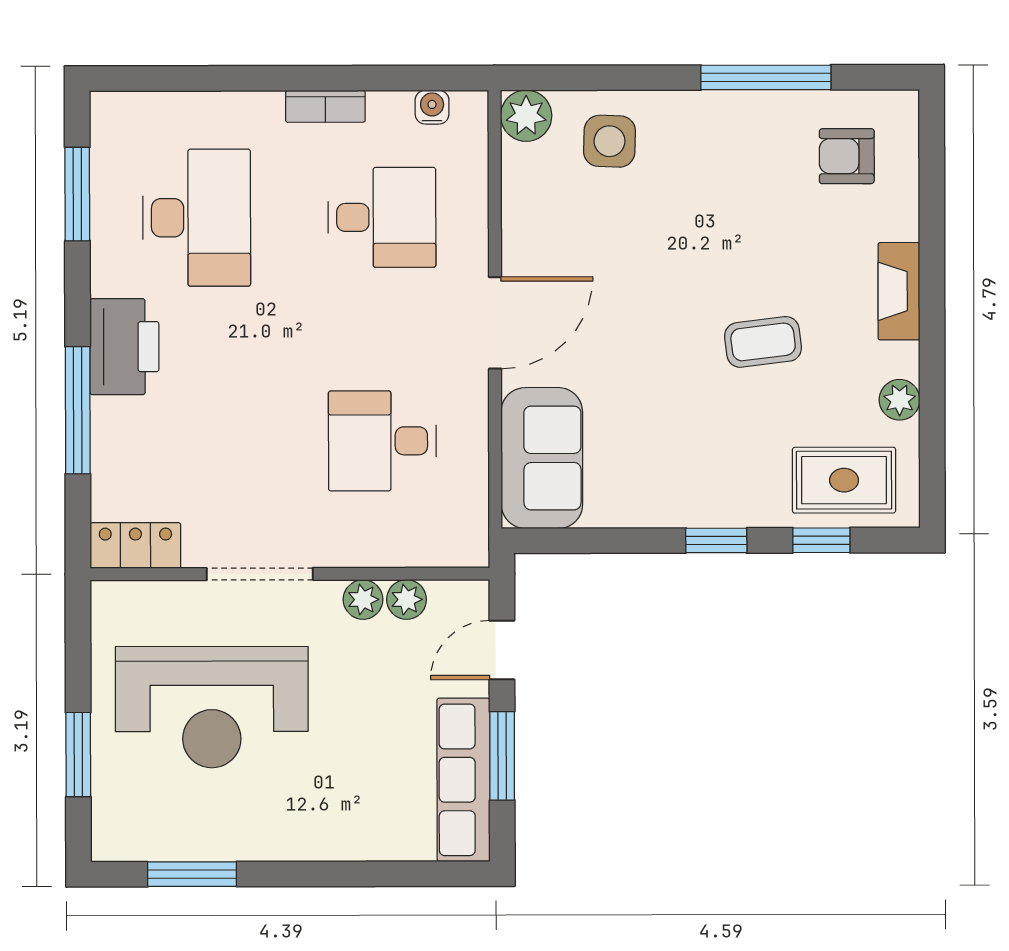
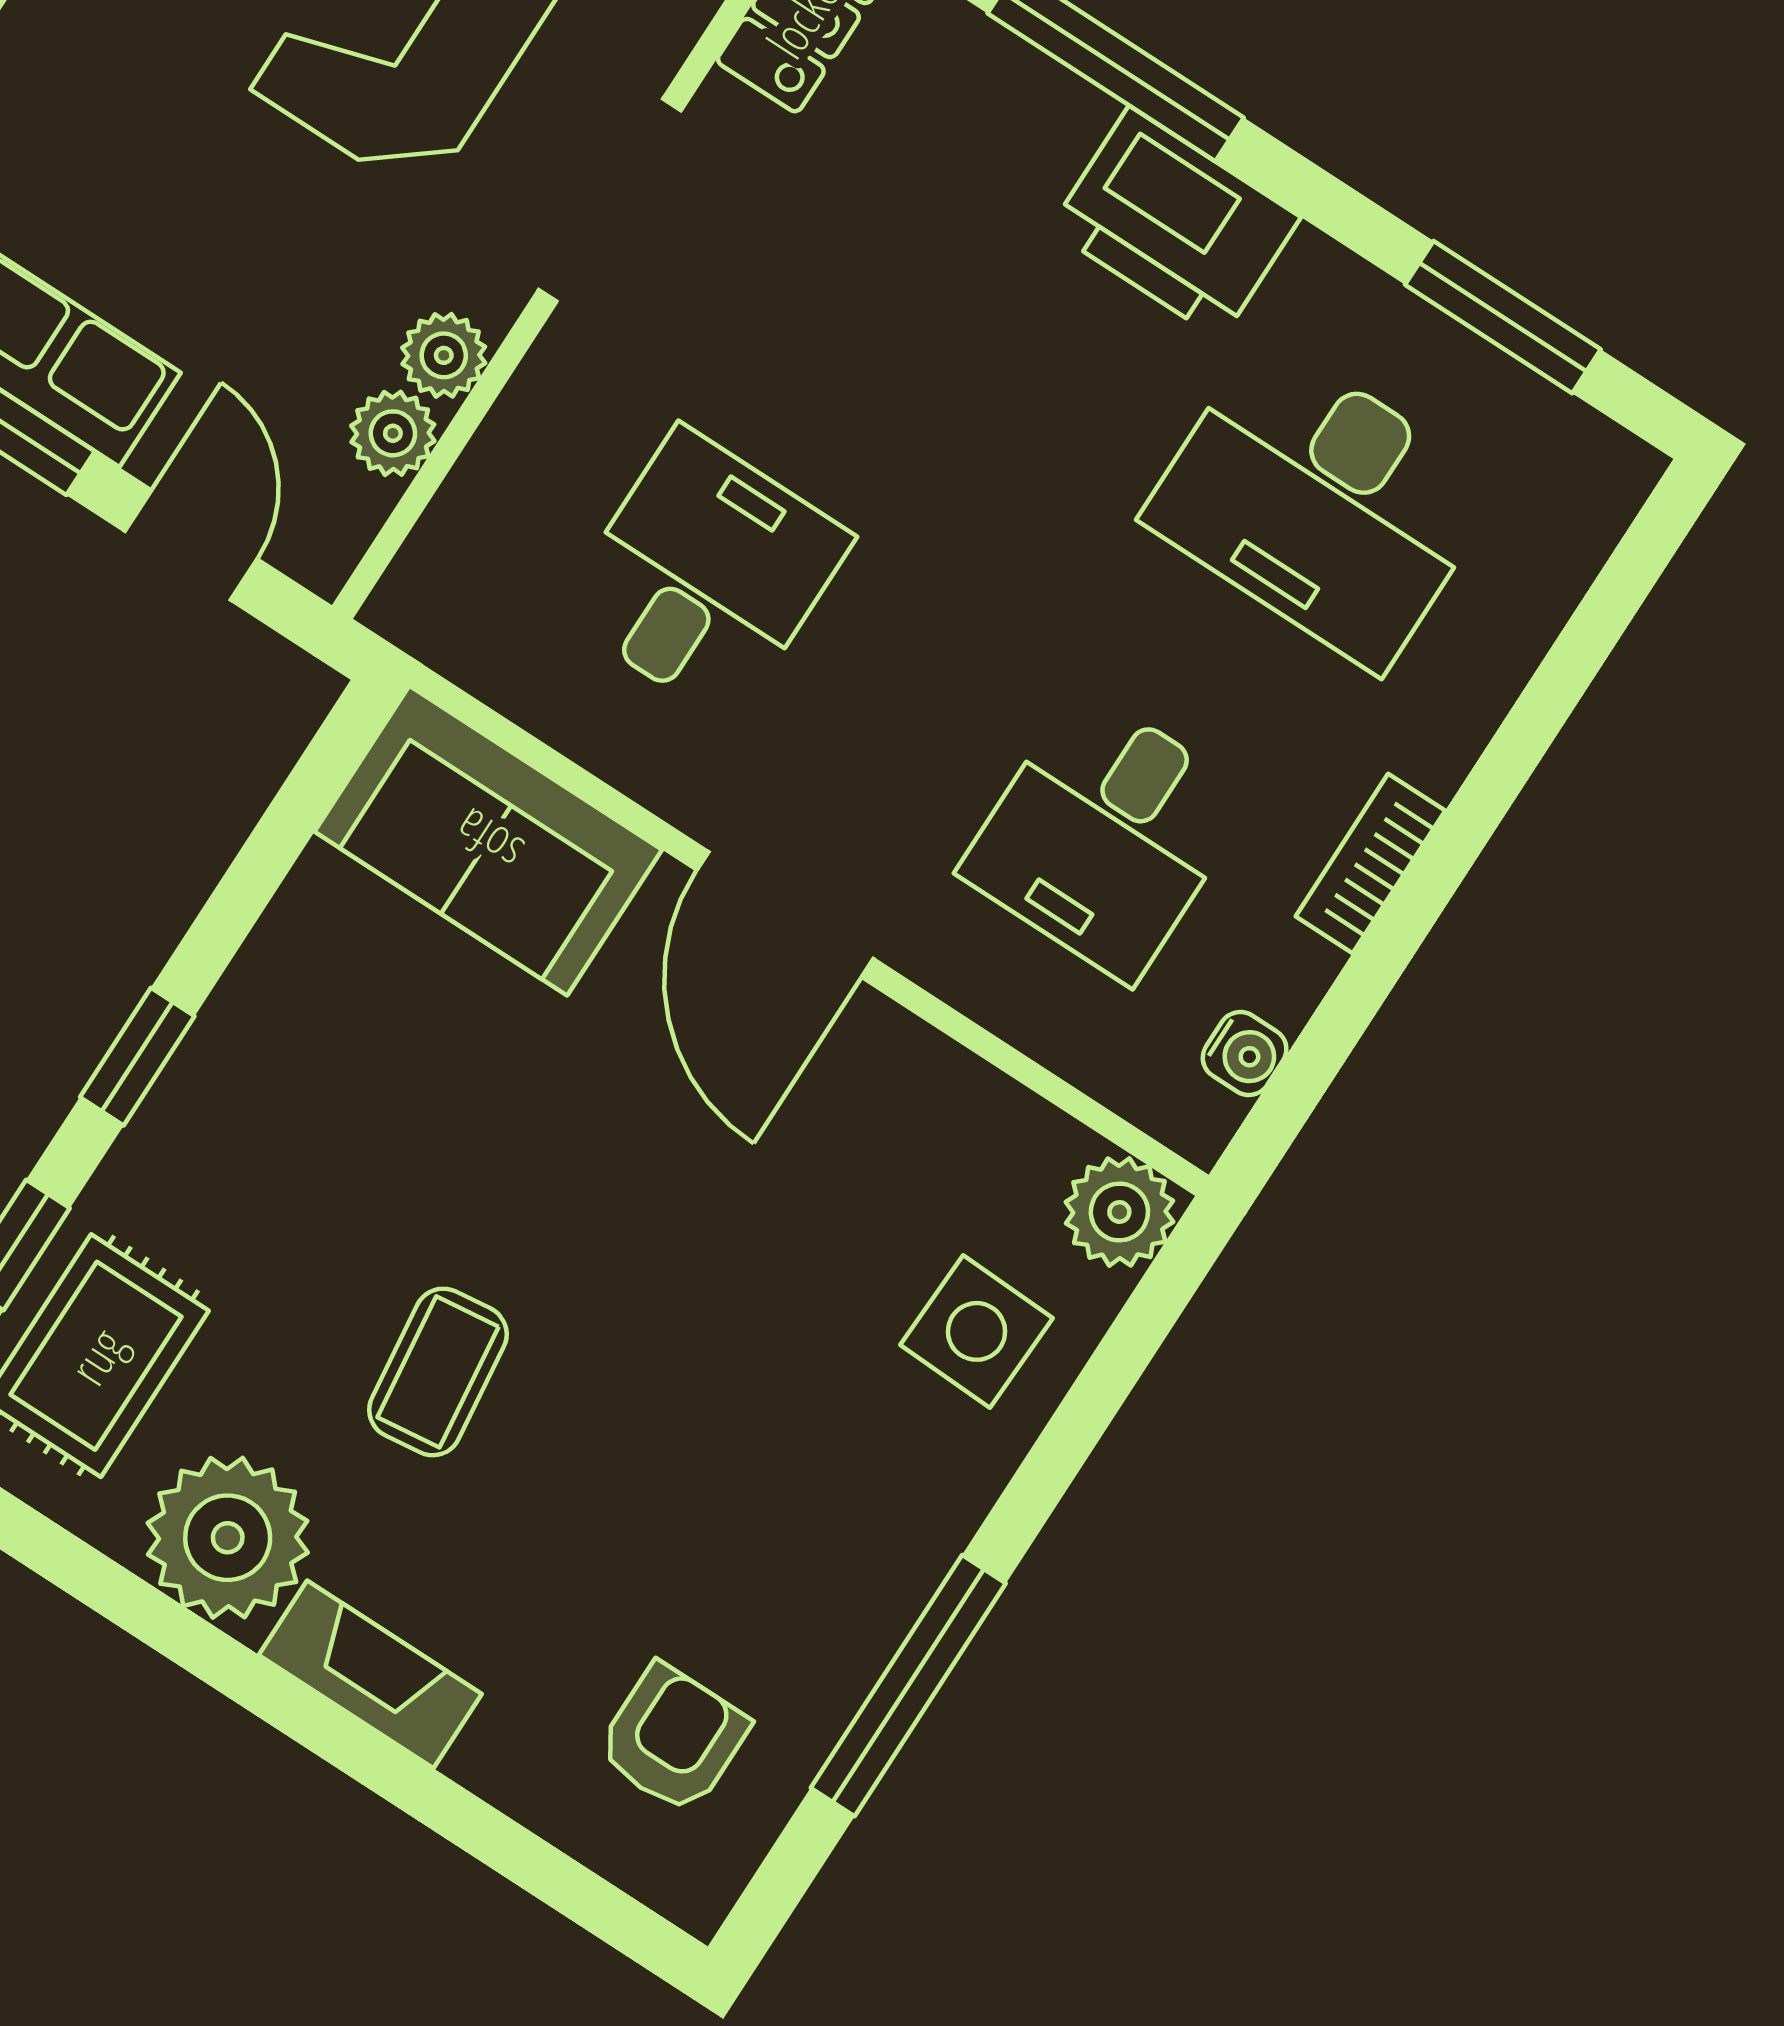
plant: (900, 400) -> (228, 1538), width x1.87, depth x1.87

